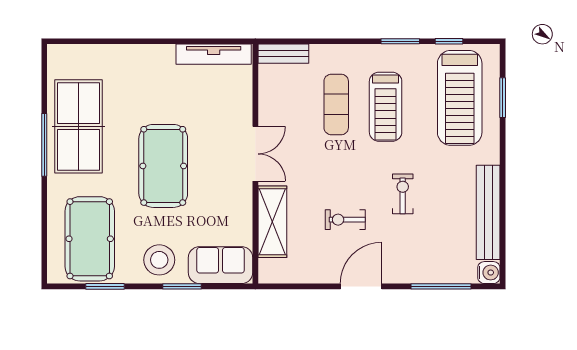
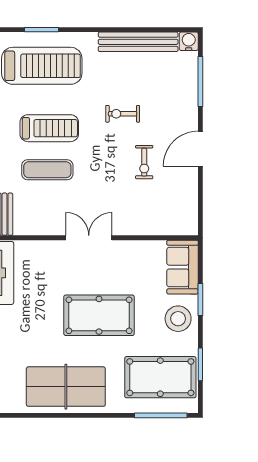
window: (44, 145) -> (161, 415), moved
shelving: (272, 222) -> (146, 223), removed
door: (361, 286) -> (200, 149), hinge flipped

